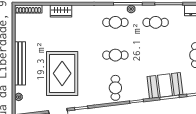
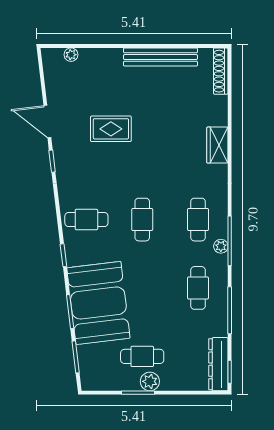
wardrobe: (61, 11) -> (217, 145), moved
bench: (20, 63) -> (160, 57), moved
rug: (62, 73) -> (111, 129), width x0.54, depth x0.49
booth: (165, 86) -> (98, 303), width x1.36, depth x1.42

